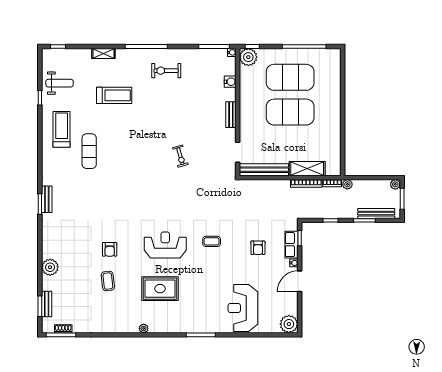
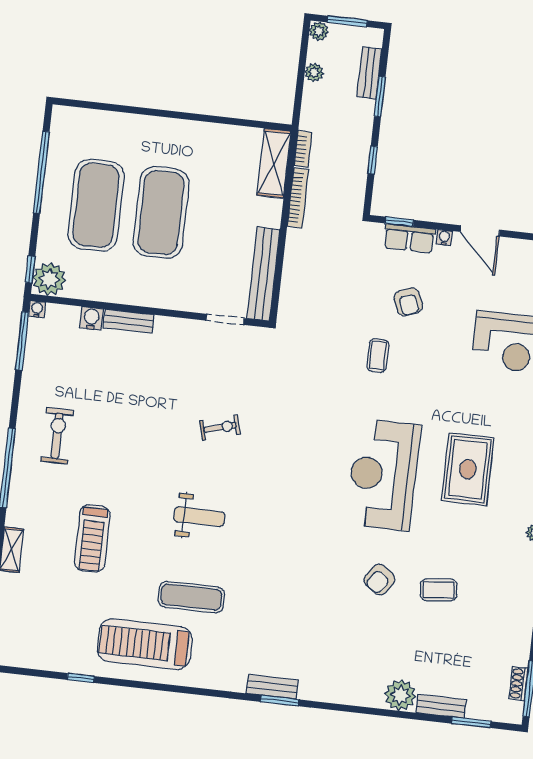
exercise bike: (166, 71) -> (57, 436), turned 180
weight bench: (59, 83) -> (199, 517), moved, turned 90
treadmill: (114, 95) -> (92, 538), turned 180
bench: (231, 115) -> (129, 321), moved
treadmill: (62, 129) -> (145, 644), width x1.37, depth x1.38
shelving: (307, 169) -> (274, 163), moved
plant: (347, 184) -> (314, 72), moved
bench: (376, 214) -> (369, 73), width x0.73
coffee table: (212, 241) -> (378, 356), moved
reception desk: (165, 245) -> (383, 475), width x1.36, depth x1.30
armchair: (258, 248) -> (408, 302), turned 68
armchair: (110, 249) -> (380, 580), turned 126
rug: (160, 289) -> (468, 469), moved
bench: (47, 304) -> (441, 706), moved

